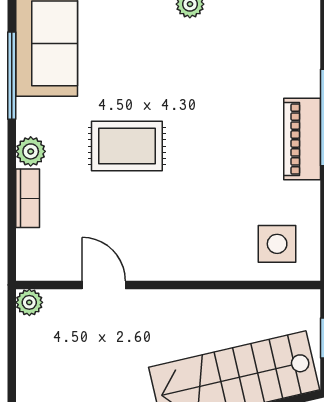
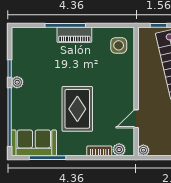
rug: (127, 146) -> (77, 109), width x1.36, depth x1.43
plant: (31, 151) -> (119, 150), moved

